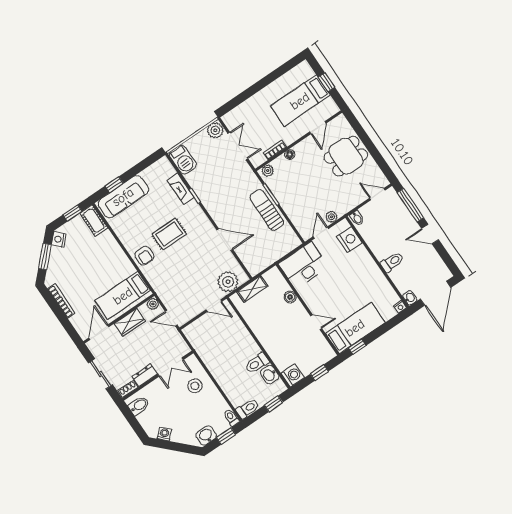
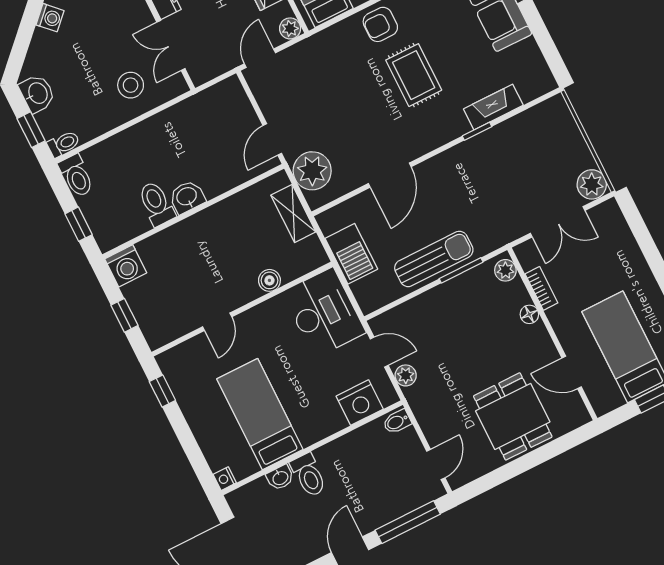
barbecue: (183, 160) -> (351, 254), moved, turned -90
washbasin: (410, 298) -> (280, 478), moved
bed: (355, 328) -> (260, 414), moved, turned 180
washbasin: (270, 375) -> (187, 197), moved

